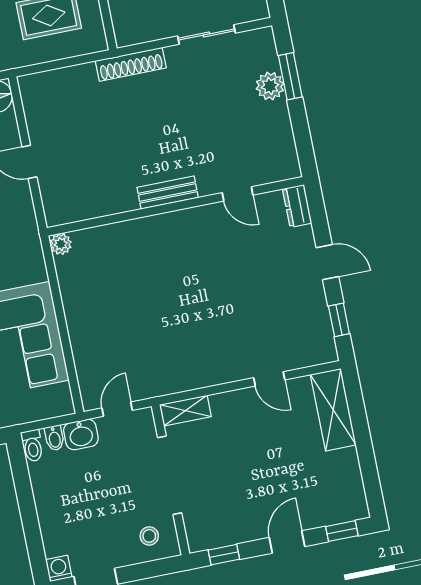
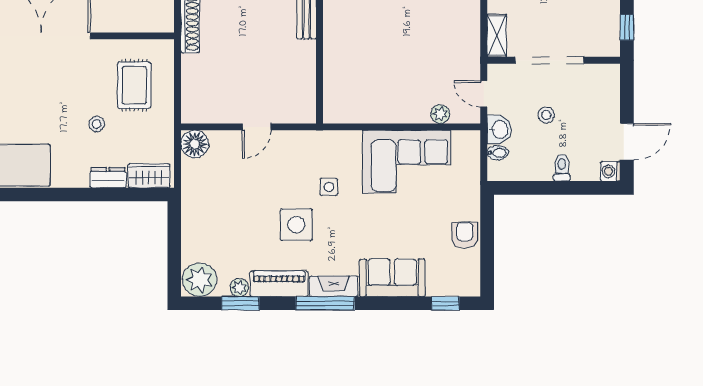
plant: (61, 244) -> (440, 114), moved
toilet: (32, 446) -> (562, 168), moved, turned -90
stool: (149, 536) -> (546, 115), moved

